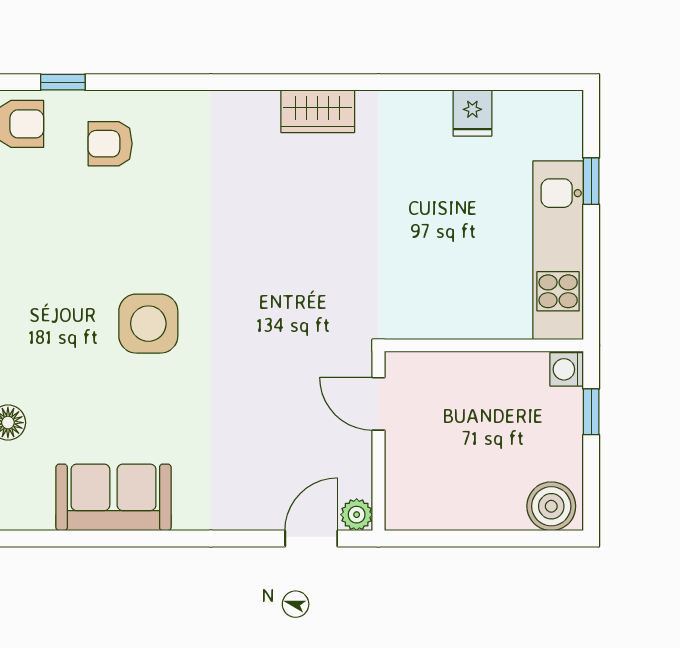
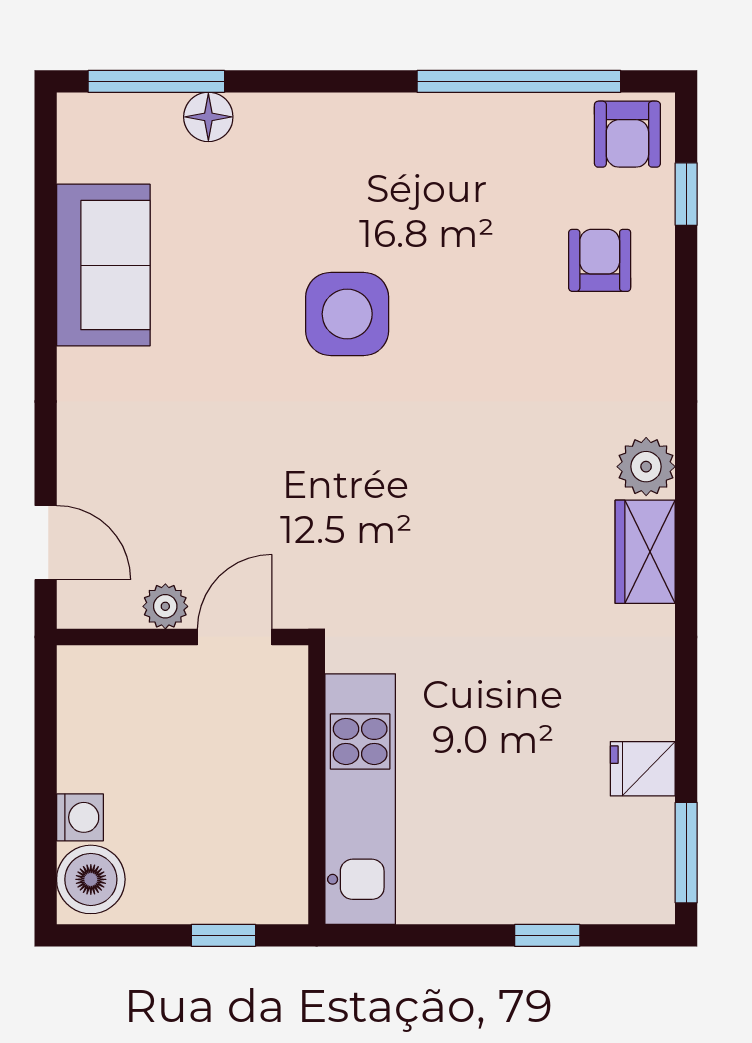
window: (532, 82) -> (686, 853), added
plant: (257, 111) -> (646, 467), added
kitchen unit: (558, 250) -> (360, 799), moved, turned 90
washing machine: (567, 369) -> (80, 817), moved, turned 90
plant: (357, 515) -> (165, 606), moved

